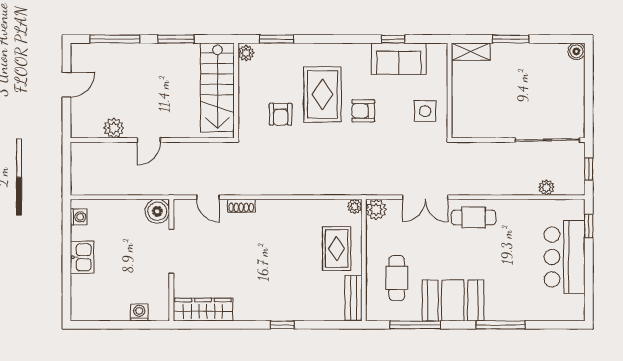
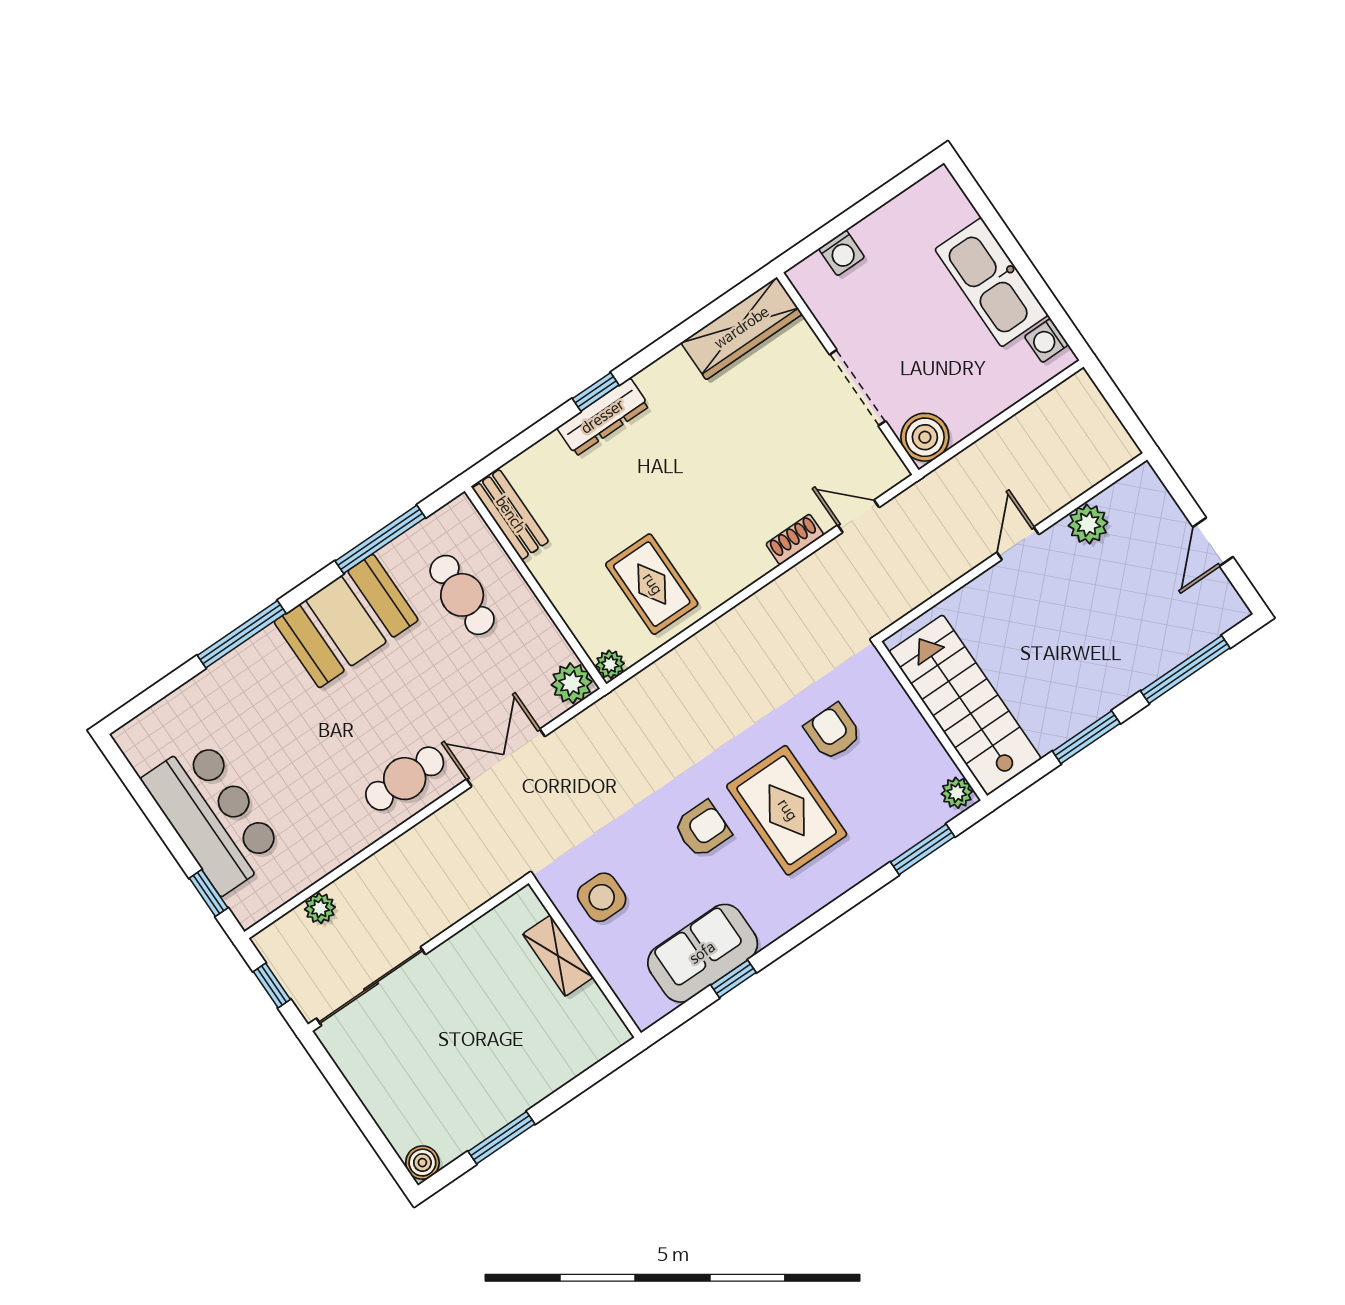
window: (511, 39) -> (501, 1138), moved
shelving: (471, 52) -> (558, 956), moved, turned 90
rug: (337, 249) -> (652, 584), moved
kitchen sink: (82, 257) -> (991, 282), width x1.87, depth x1.24
dresser: (287, 312) -> (603, 417), added

